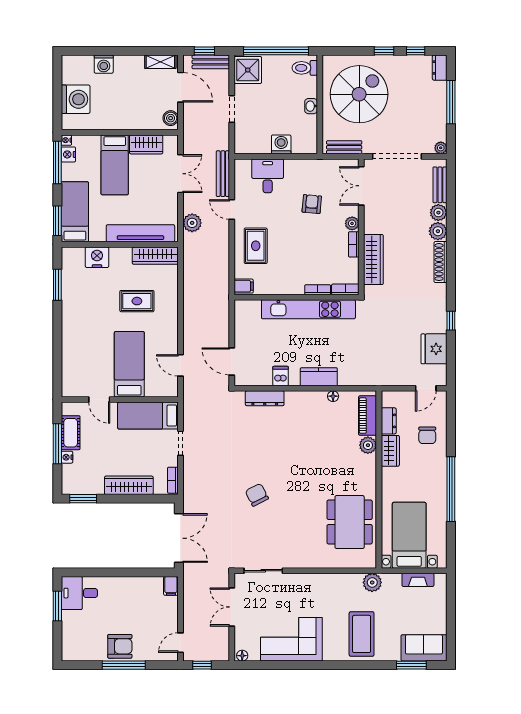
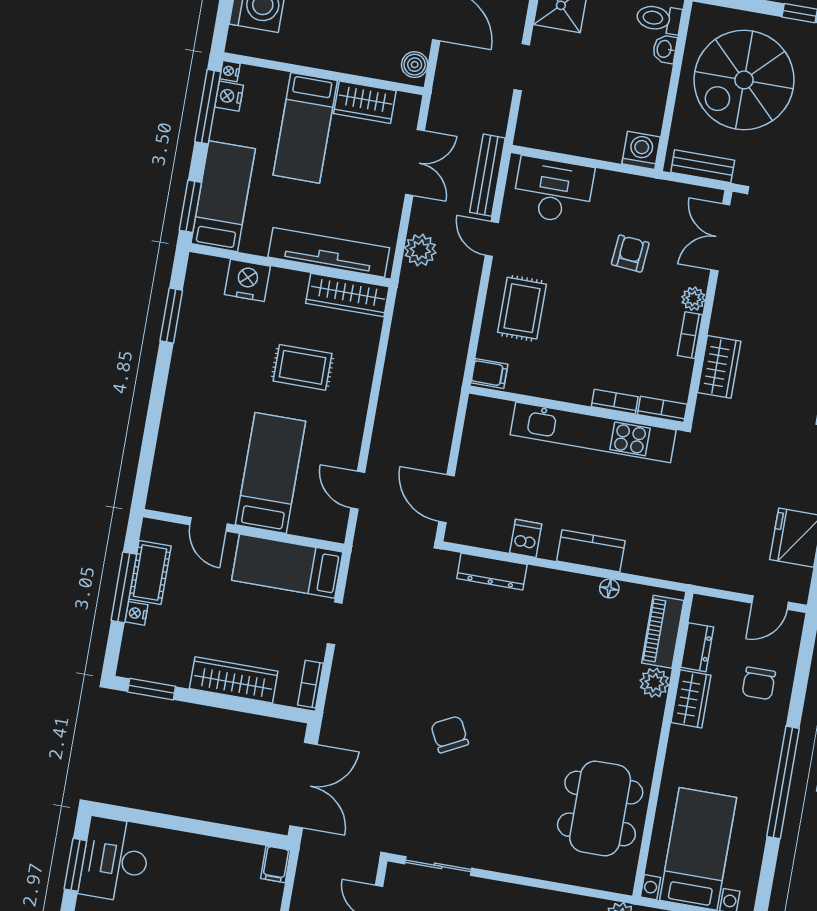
spiral stairs: (359, 94) -> (744, 80), turned 180
washbasin: (311, 106) -> (665, 49), moved
washing machine: (281, 144) -> (641, 150), moved
desk: (268, 176) -> (553, 190), width x1.37
wardrobe: (373, 260) -> (719, 367), width x0.67
desk: (79, 593) -> (115, 860), width x1.37

